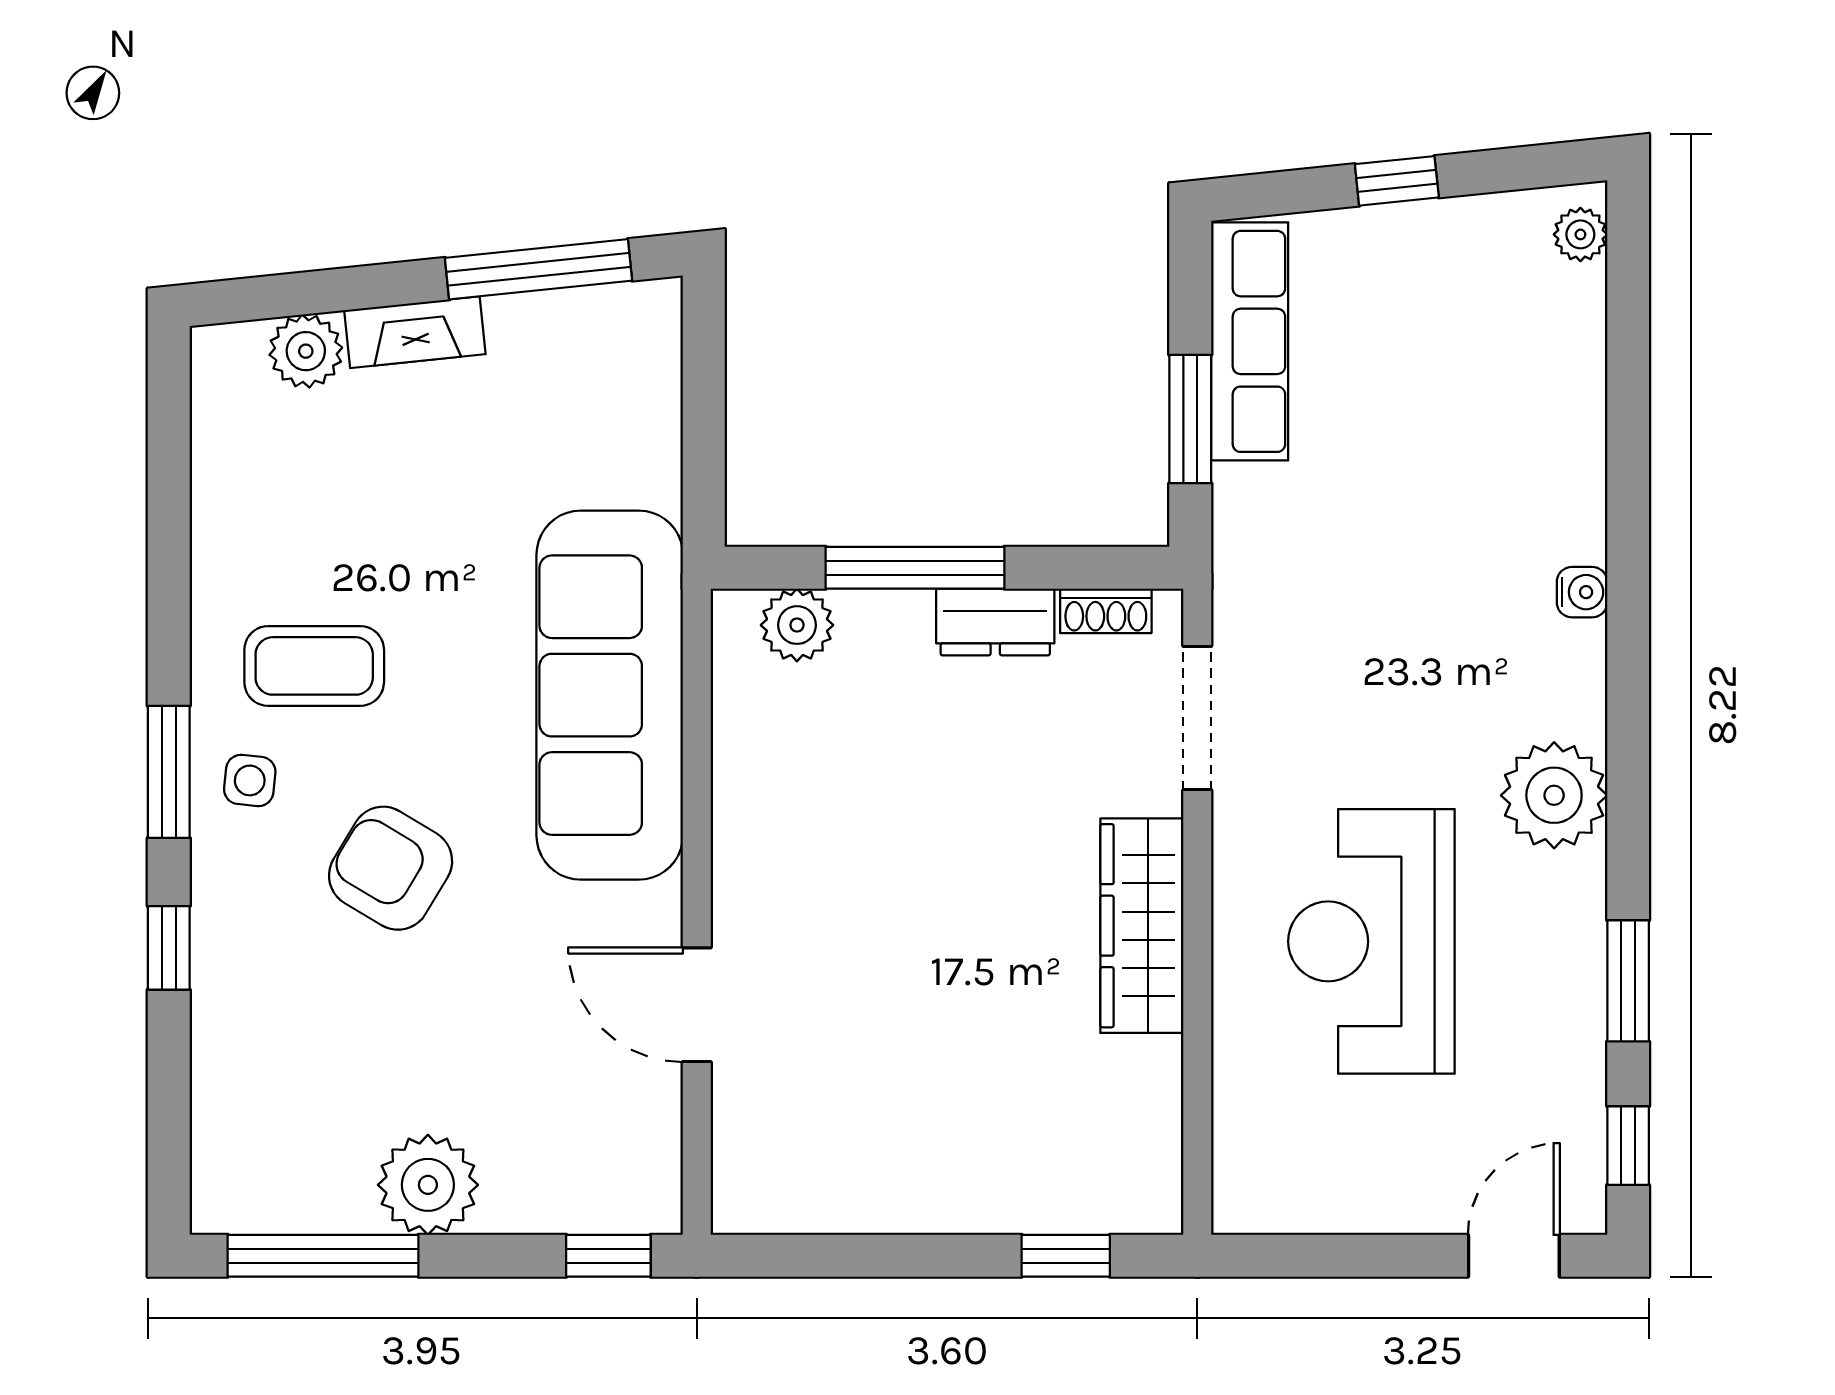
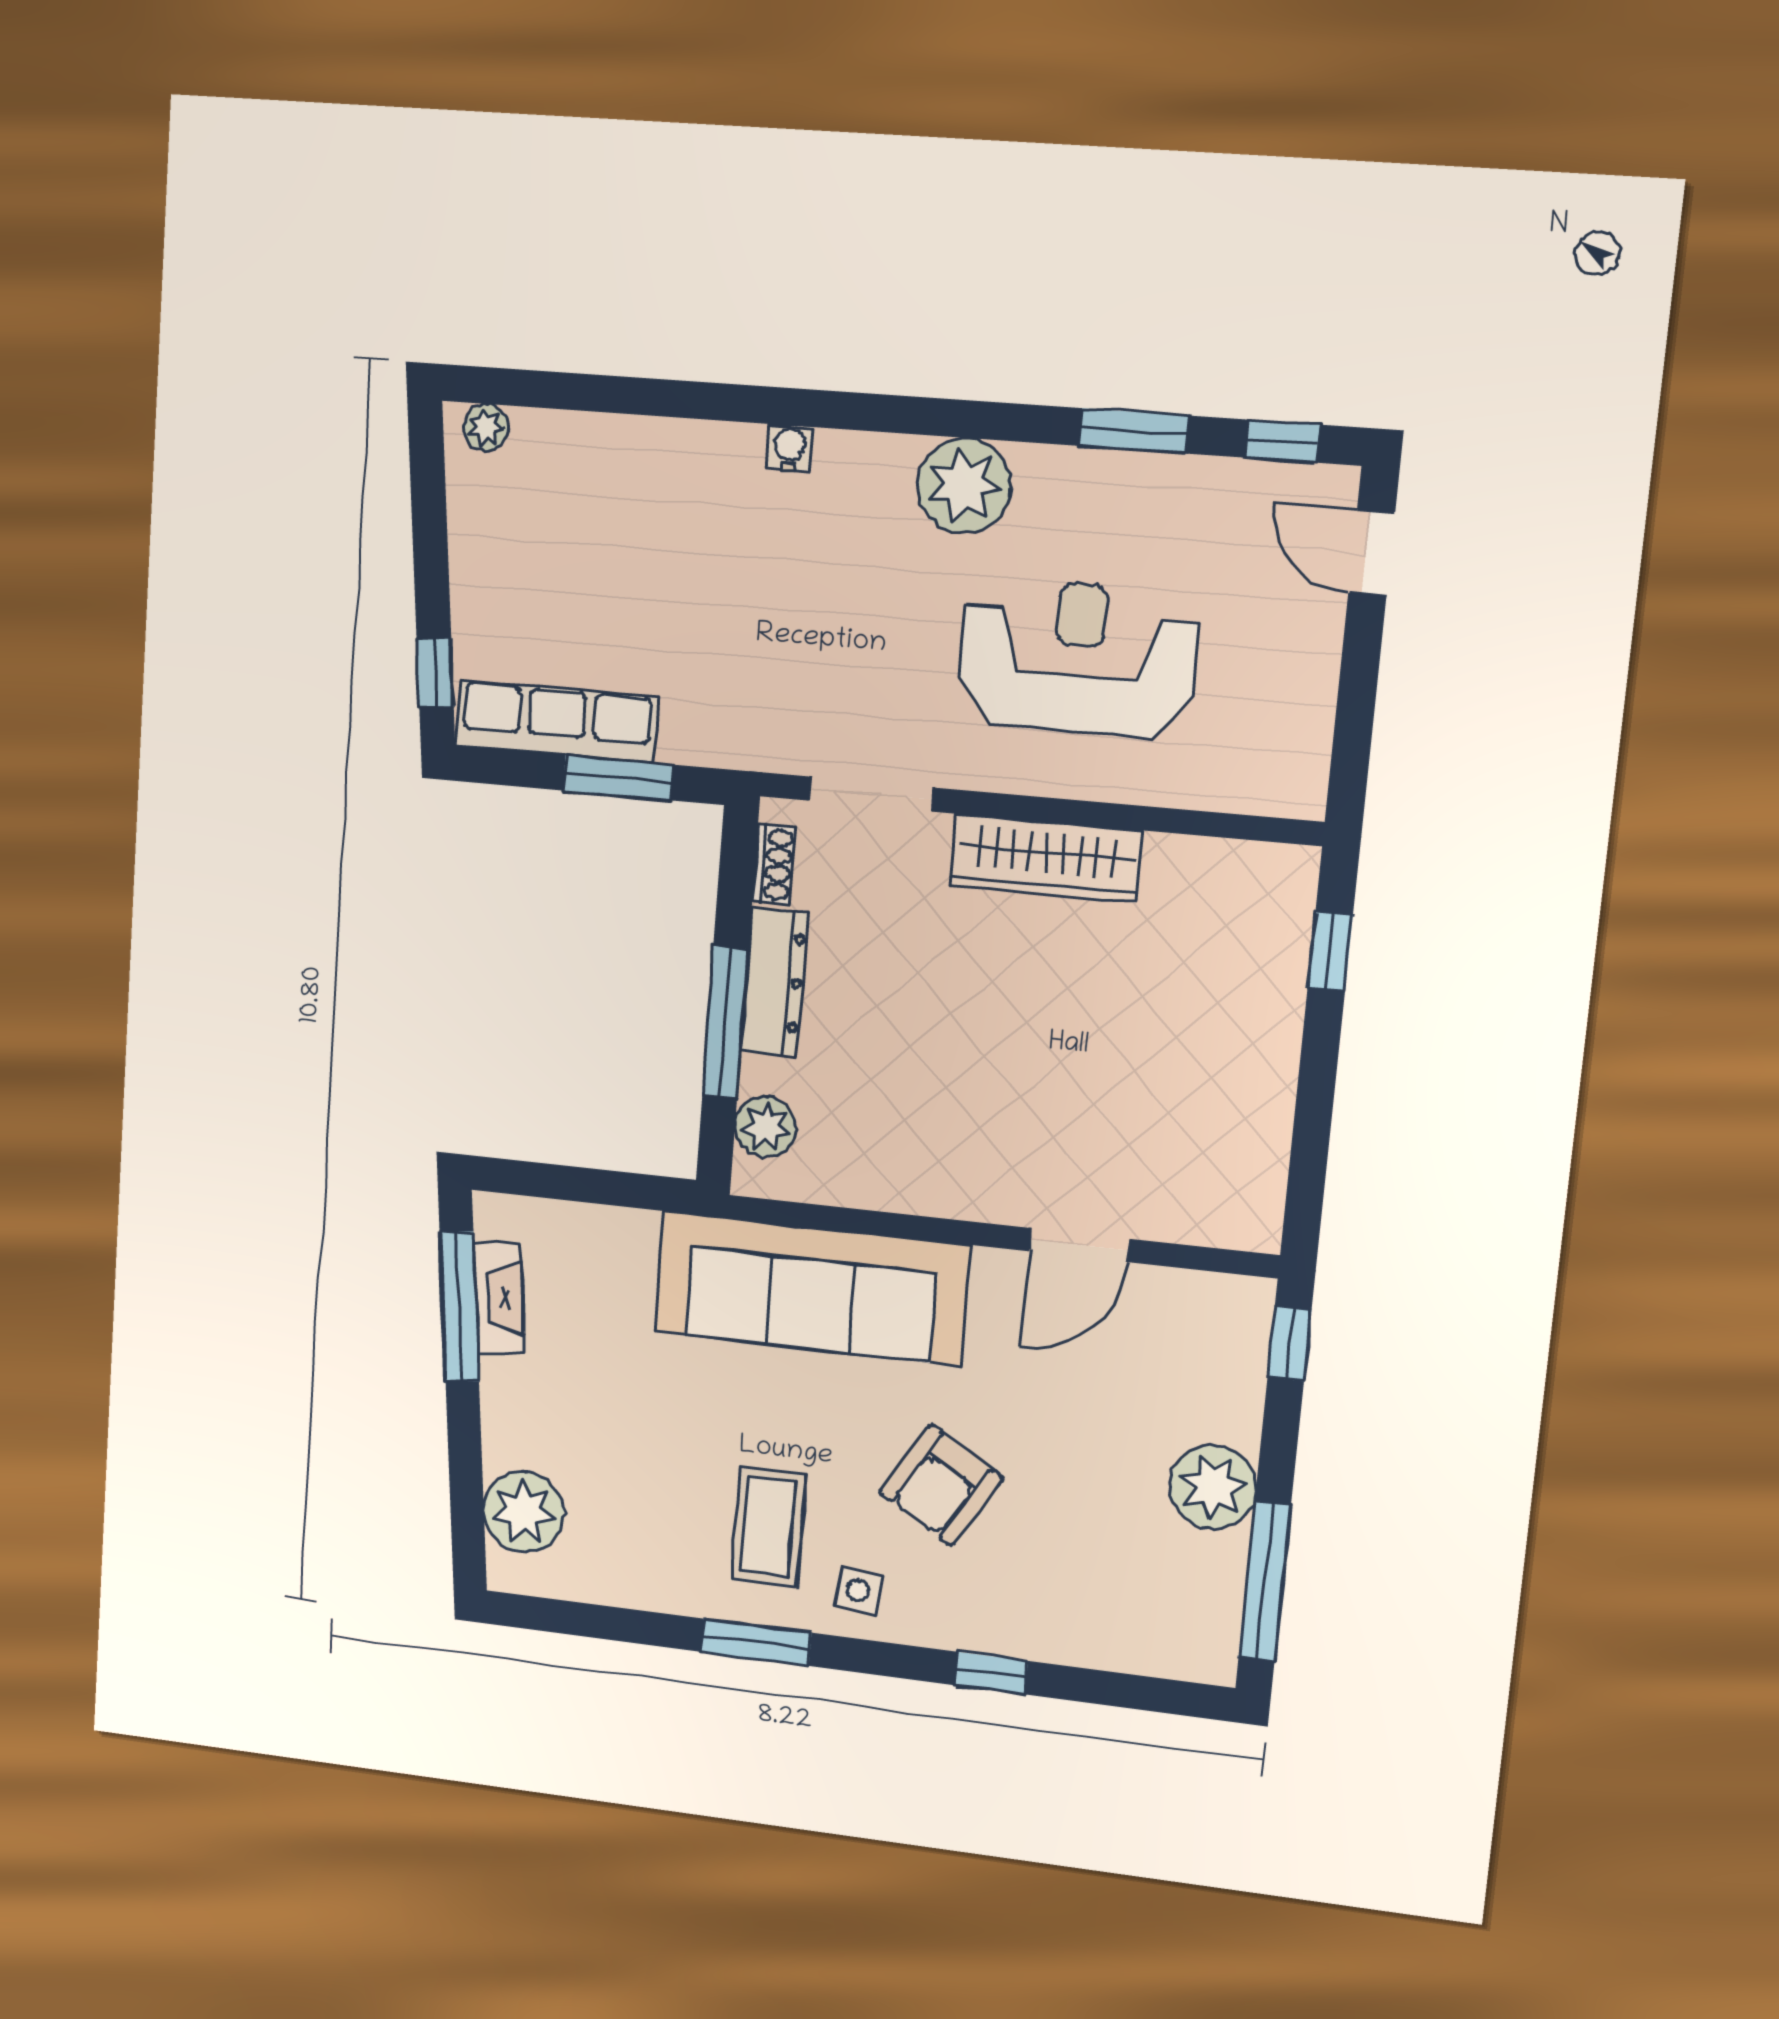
window: (1397, 181) -> (435, 672), moved
fireplace: (415, 332) -> (499, 1298), moved
plant: (306, 351) -> (524, 1512), width x1.36, depth x1.36
dresser: (995, 622) -> (774, 982), width x1.44
window: (169, 772) -> (756, 1642), moved
reception desk: (1371, 941) -> (1078, 658), turned 180

